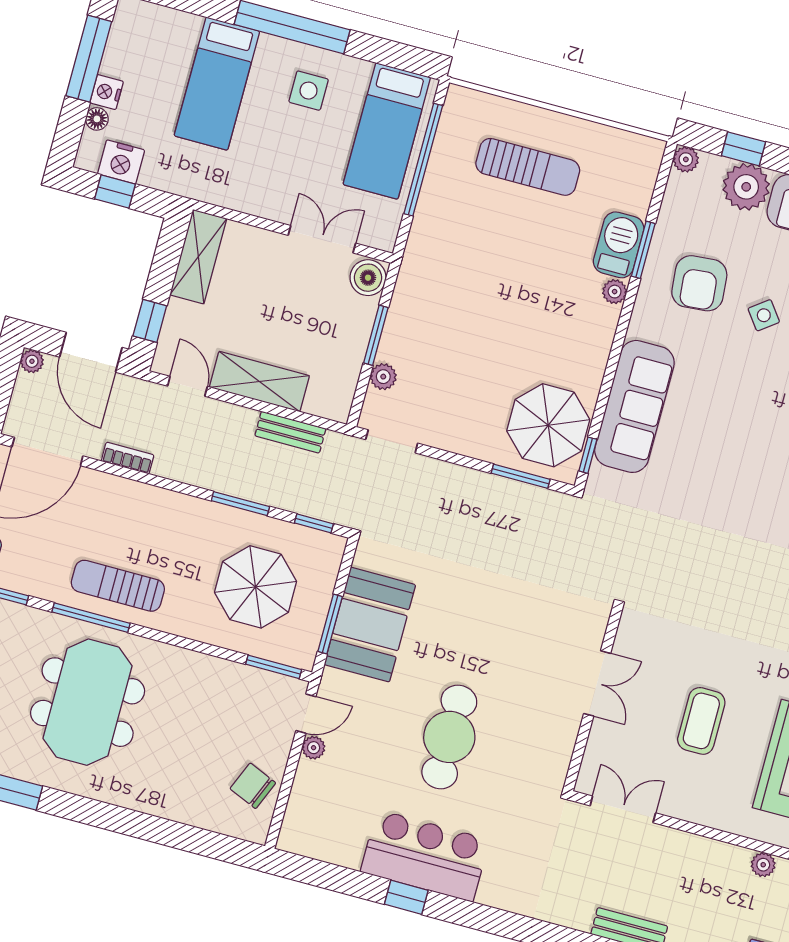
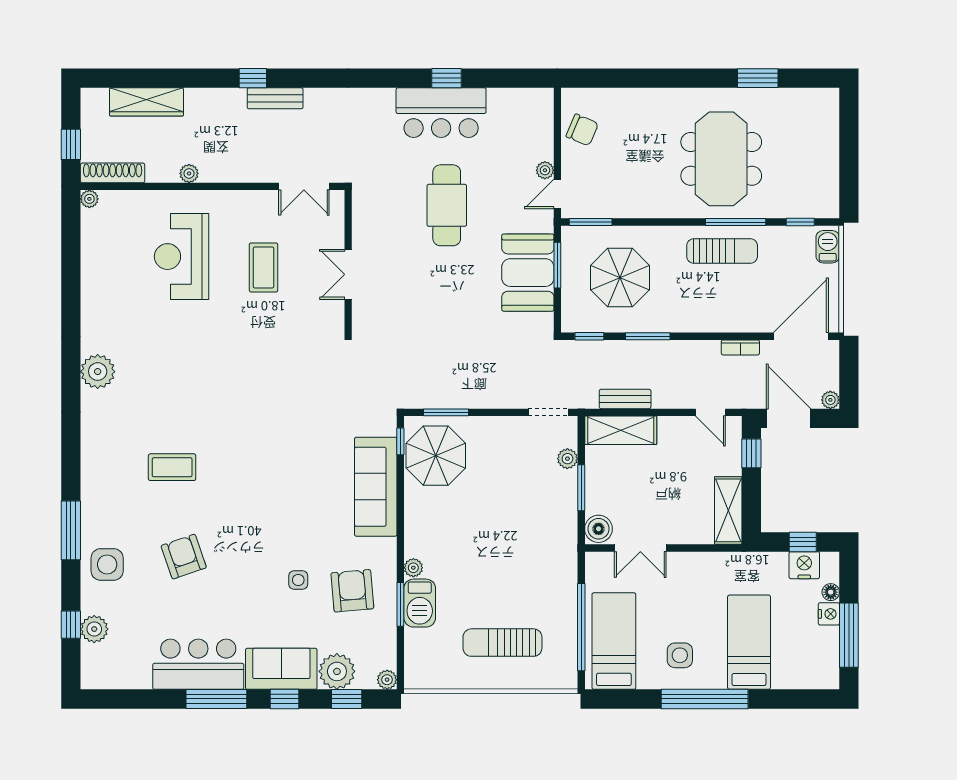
side table: (764, 315) -> (298, 580), turned 37
shelving: (259, 381) -> (621, 430), moved

